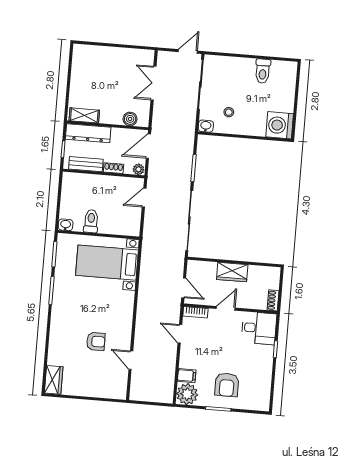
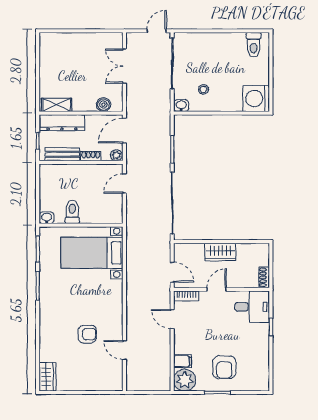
toilet: (263, 71) -> (254, 45), moved

